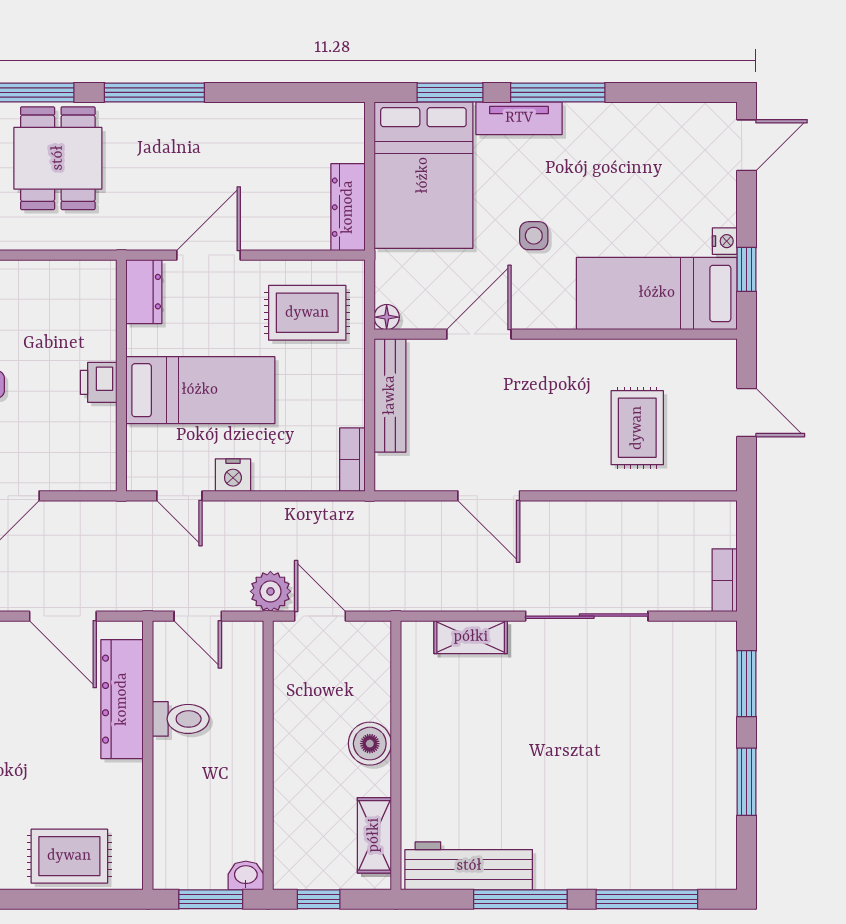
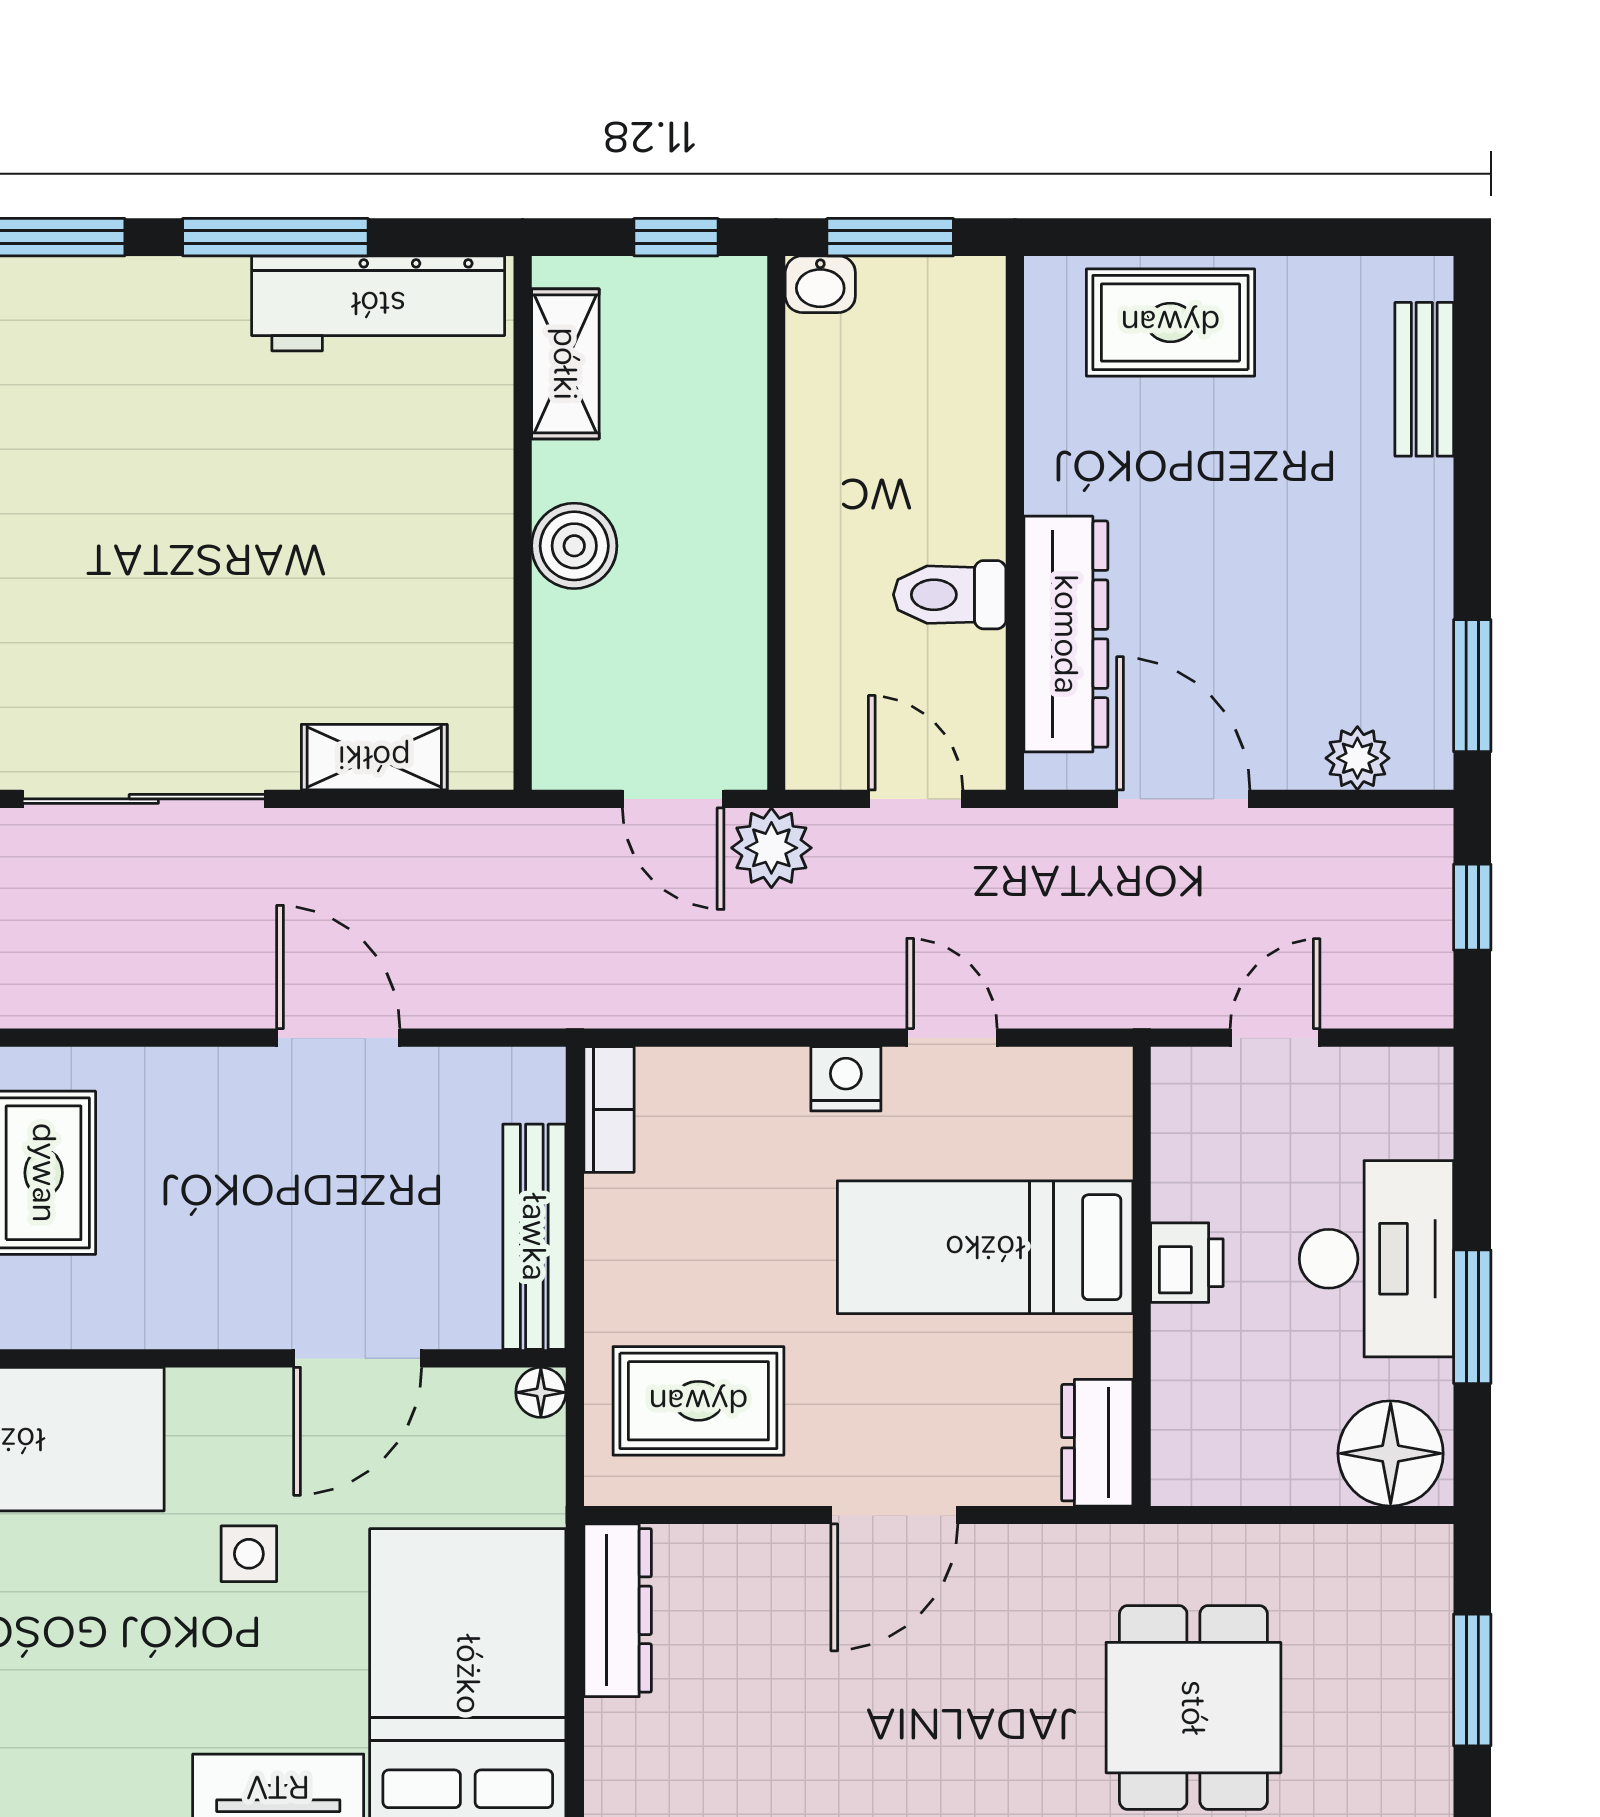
dresser: (144, 292) -> (1097, 1443), moved
wall: (121, 376) -> (1142, 1276), moved
printer: (99, 382) -> (1187, 1263), moved
bed: (200, 390) -> (985, 1247), moved

